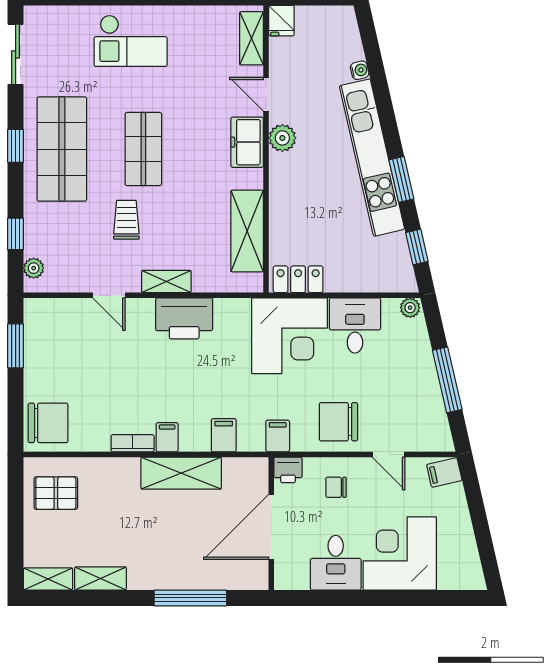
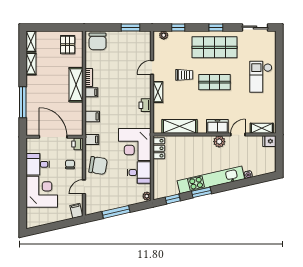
printer: (184, 318) -> (145, 105), width x0.53, depth x0.68
chair: (338, 422) -> (98, 165), turned 99
shelving: (181, 473) -> (76, 85), moved

